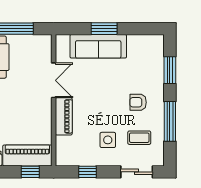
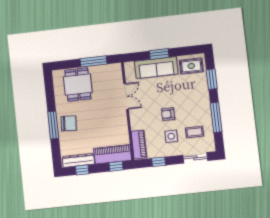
rug: (145, 50) -> (191, 66), added
armchair: (138, 102) -> (168, 114), moved
piano: (64, 116) -> (139, 144), moved

